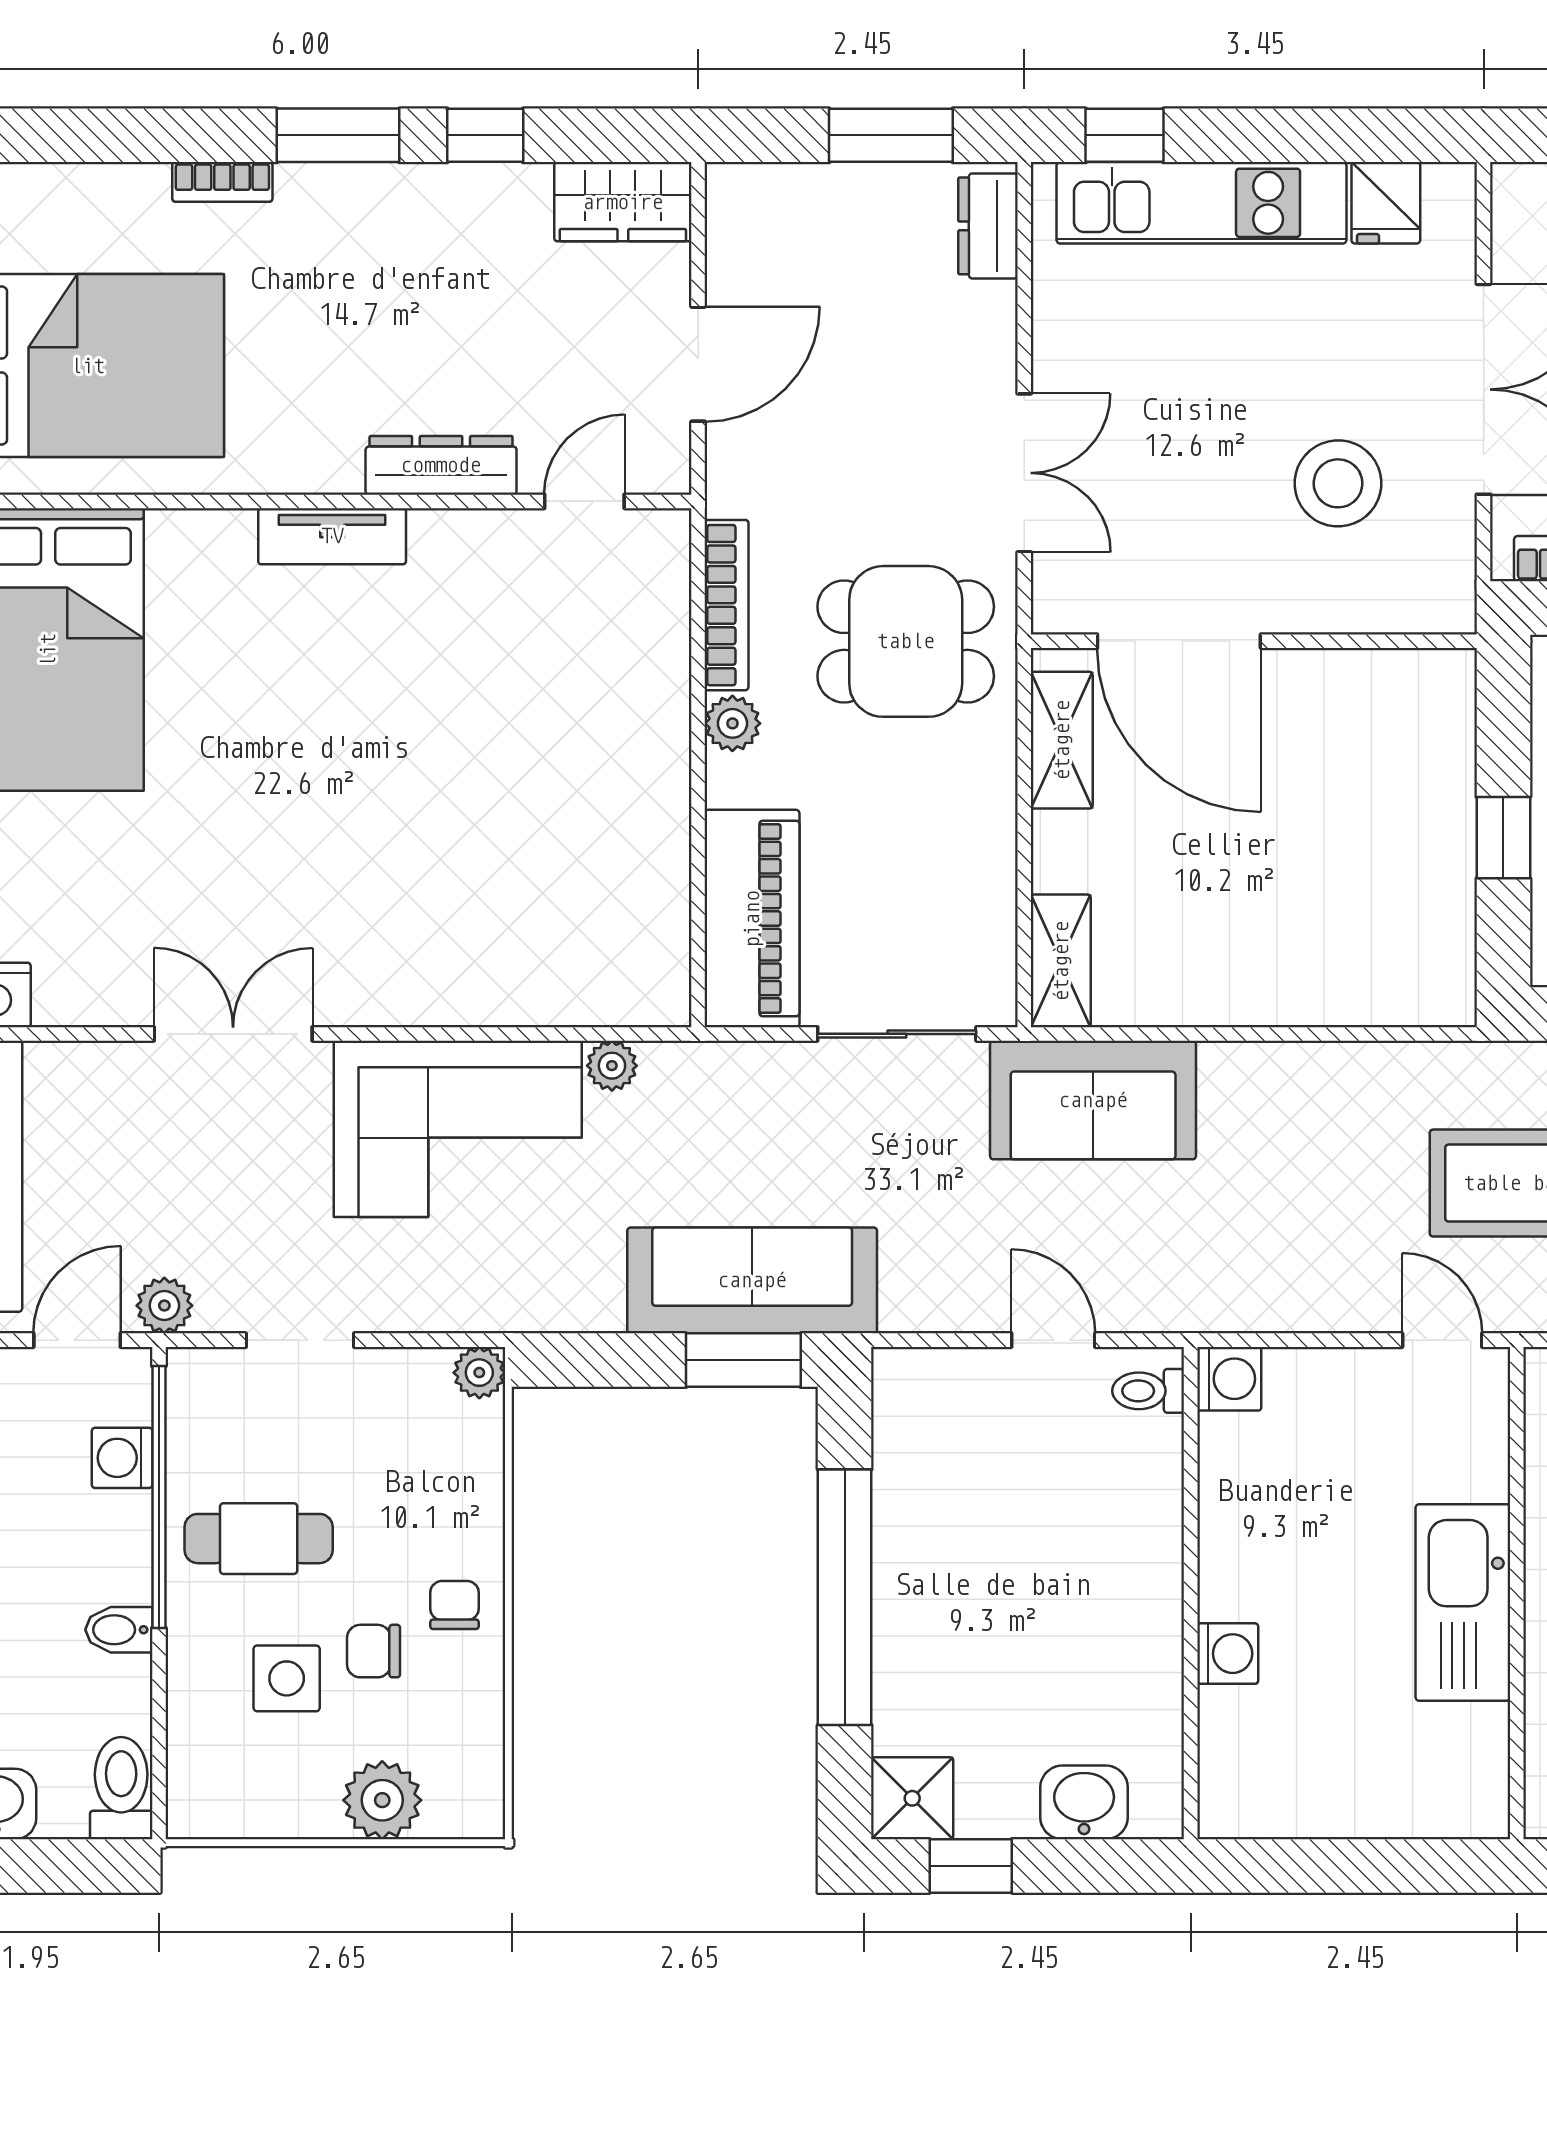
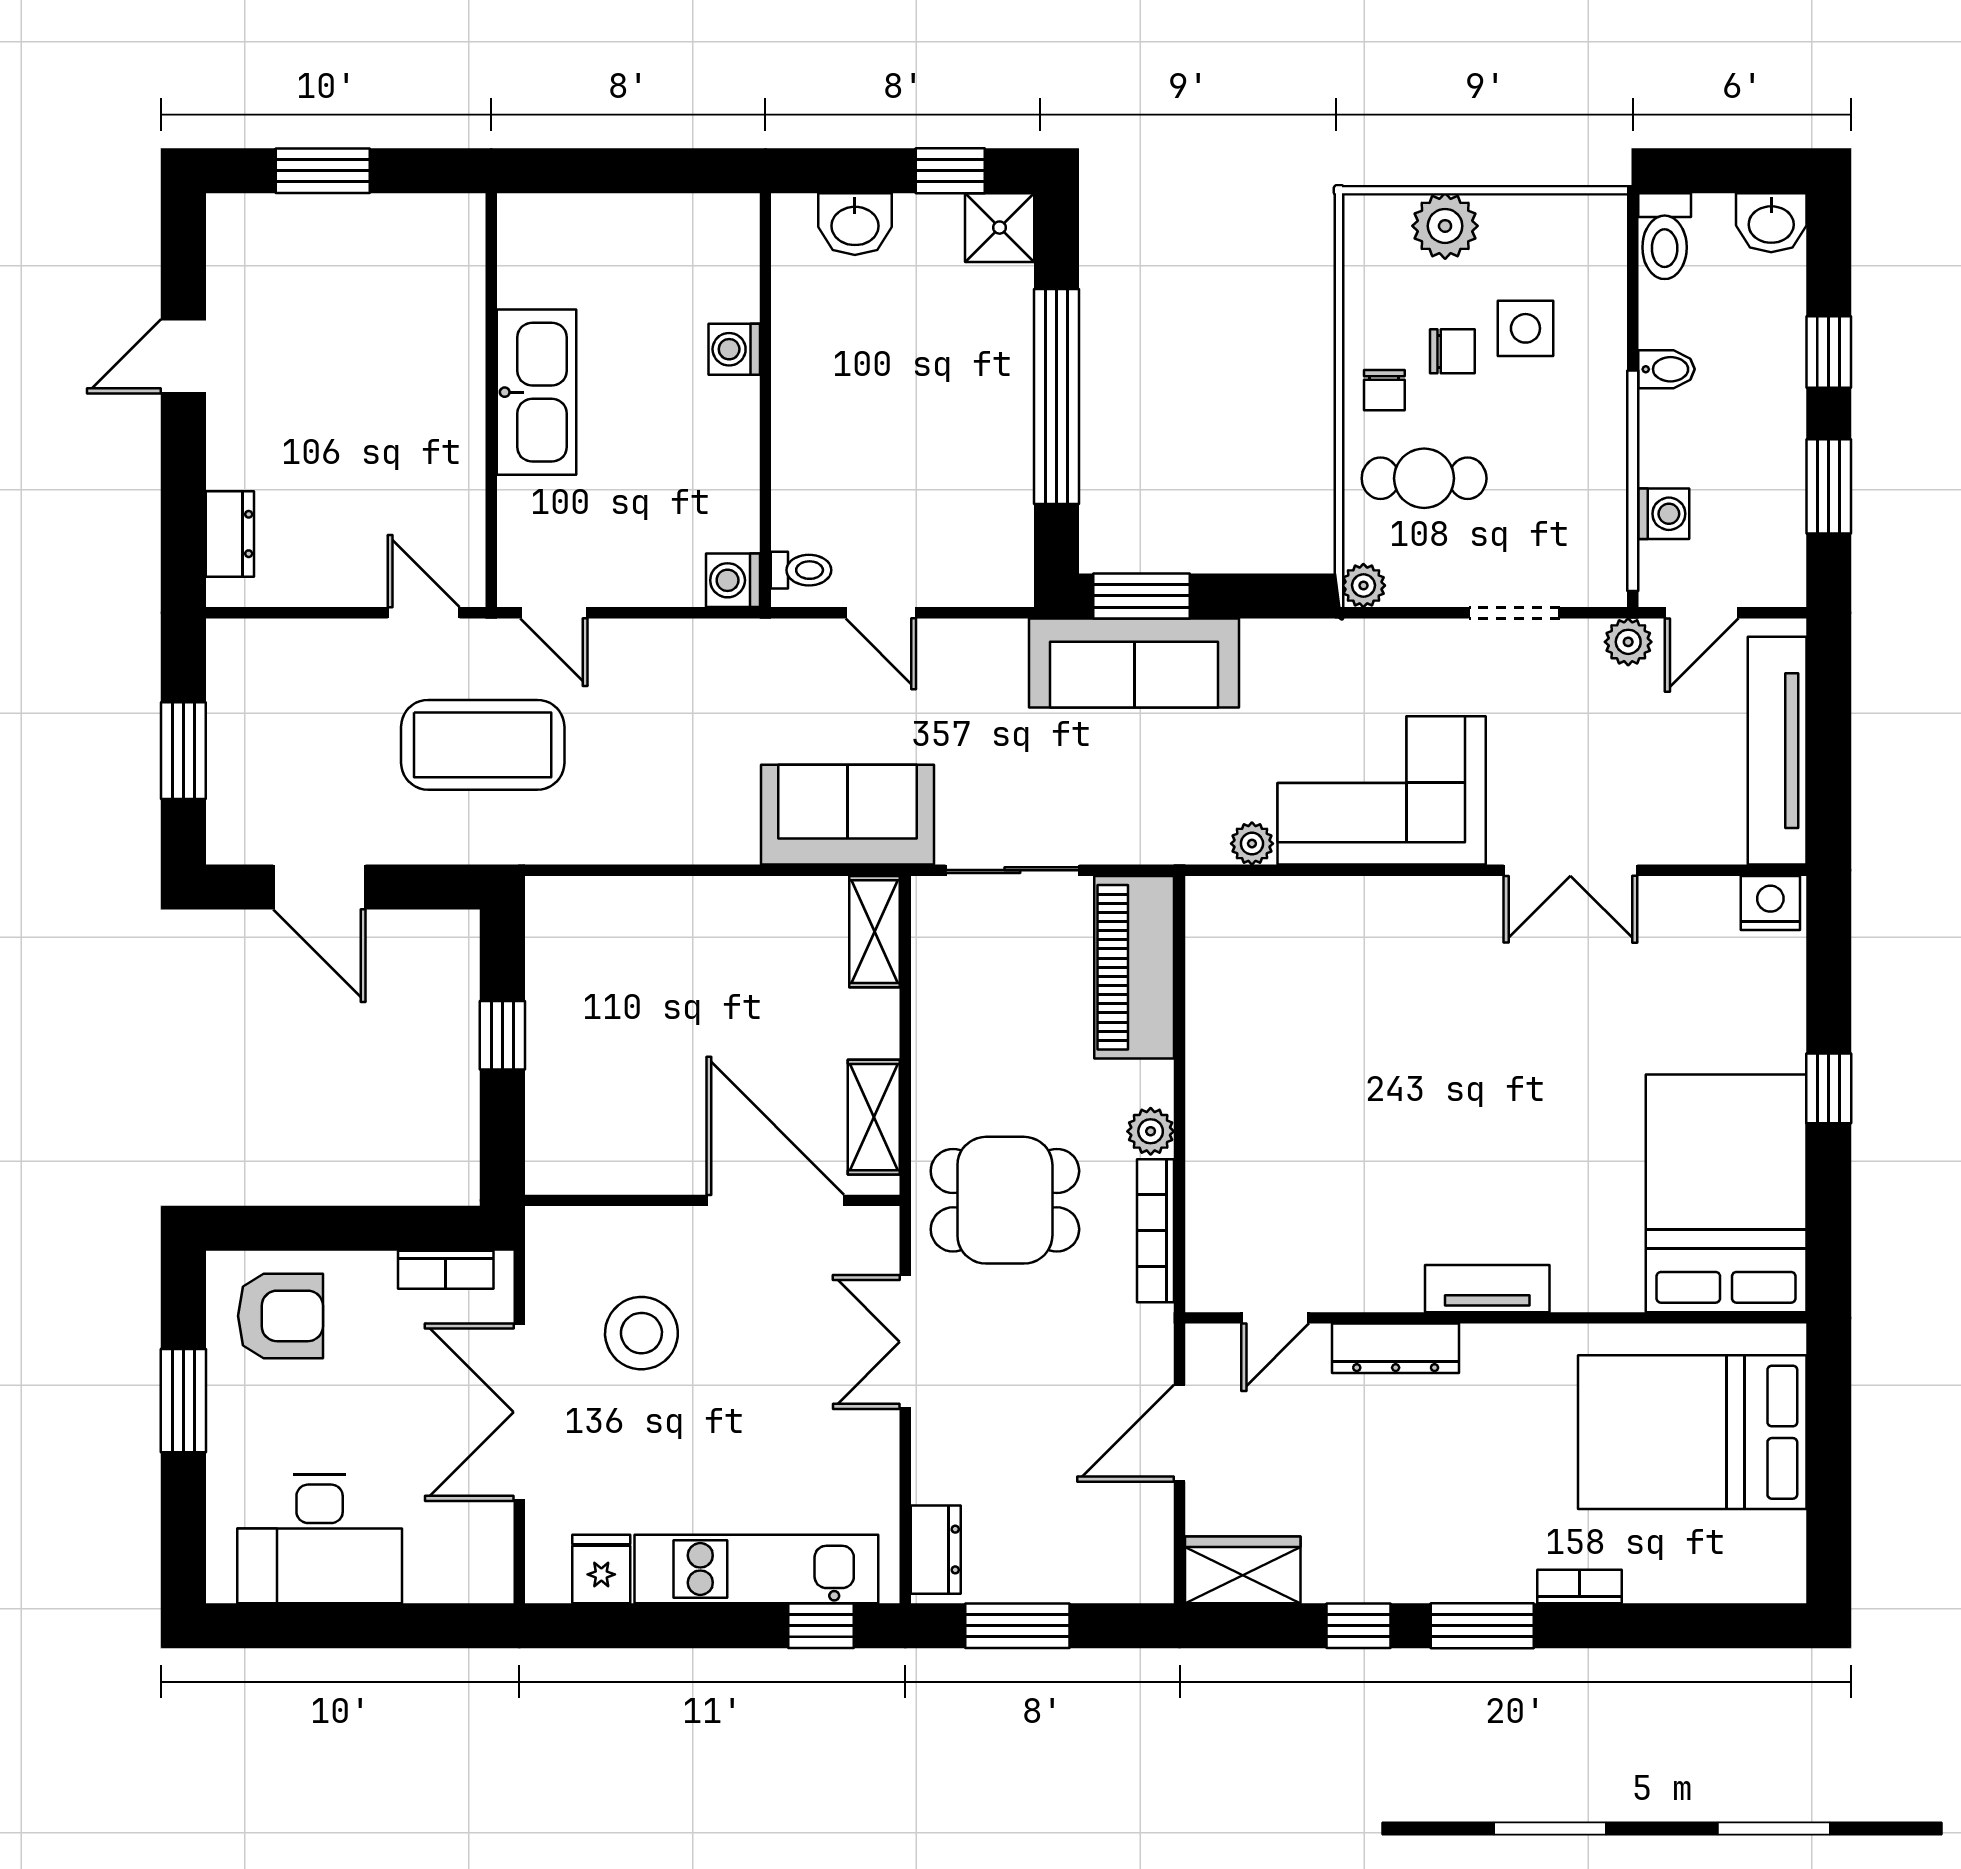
cafe table: (259, 1539) -> (1424, 478), moved

